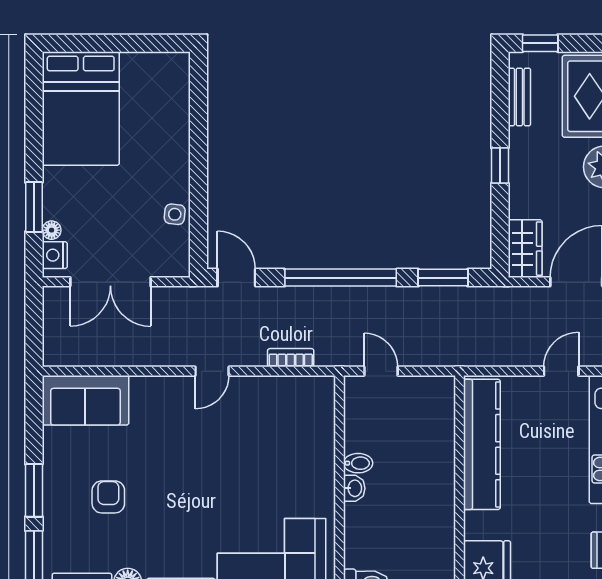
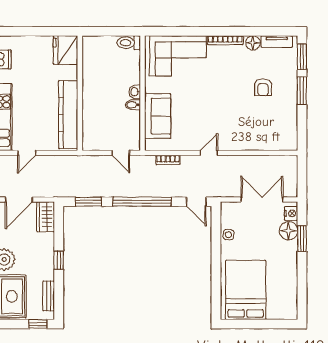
bed: (81, 109) -> (246, 290), moved
floor lamp: (52, 230) -> (288, 231), width x1.89, depth x1.89
sofa: (85, 400) -> (158, 116), moved, turned 90

